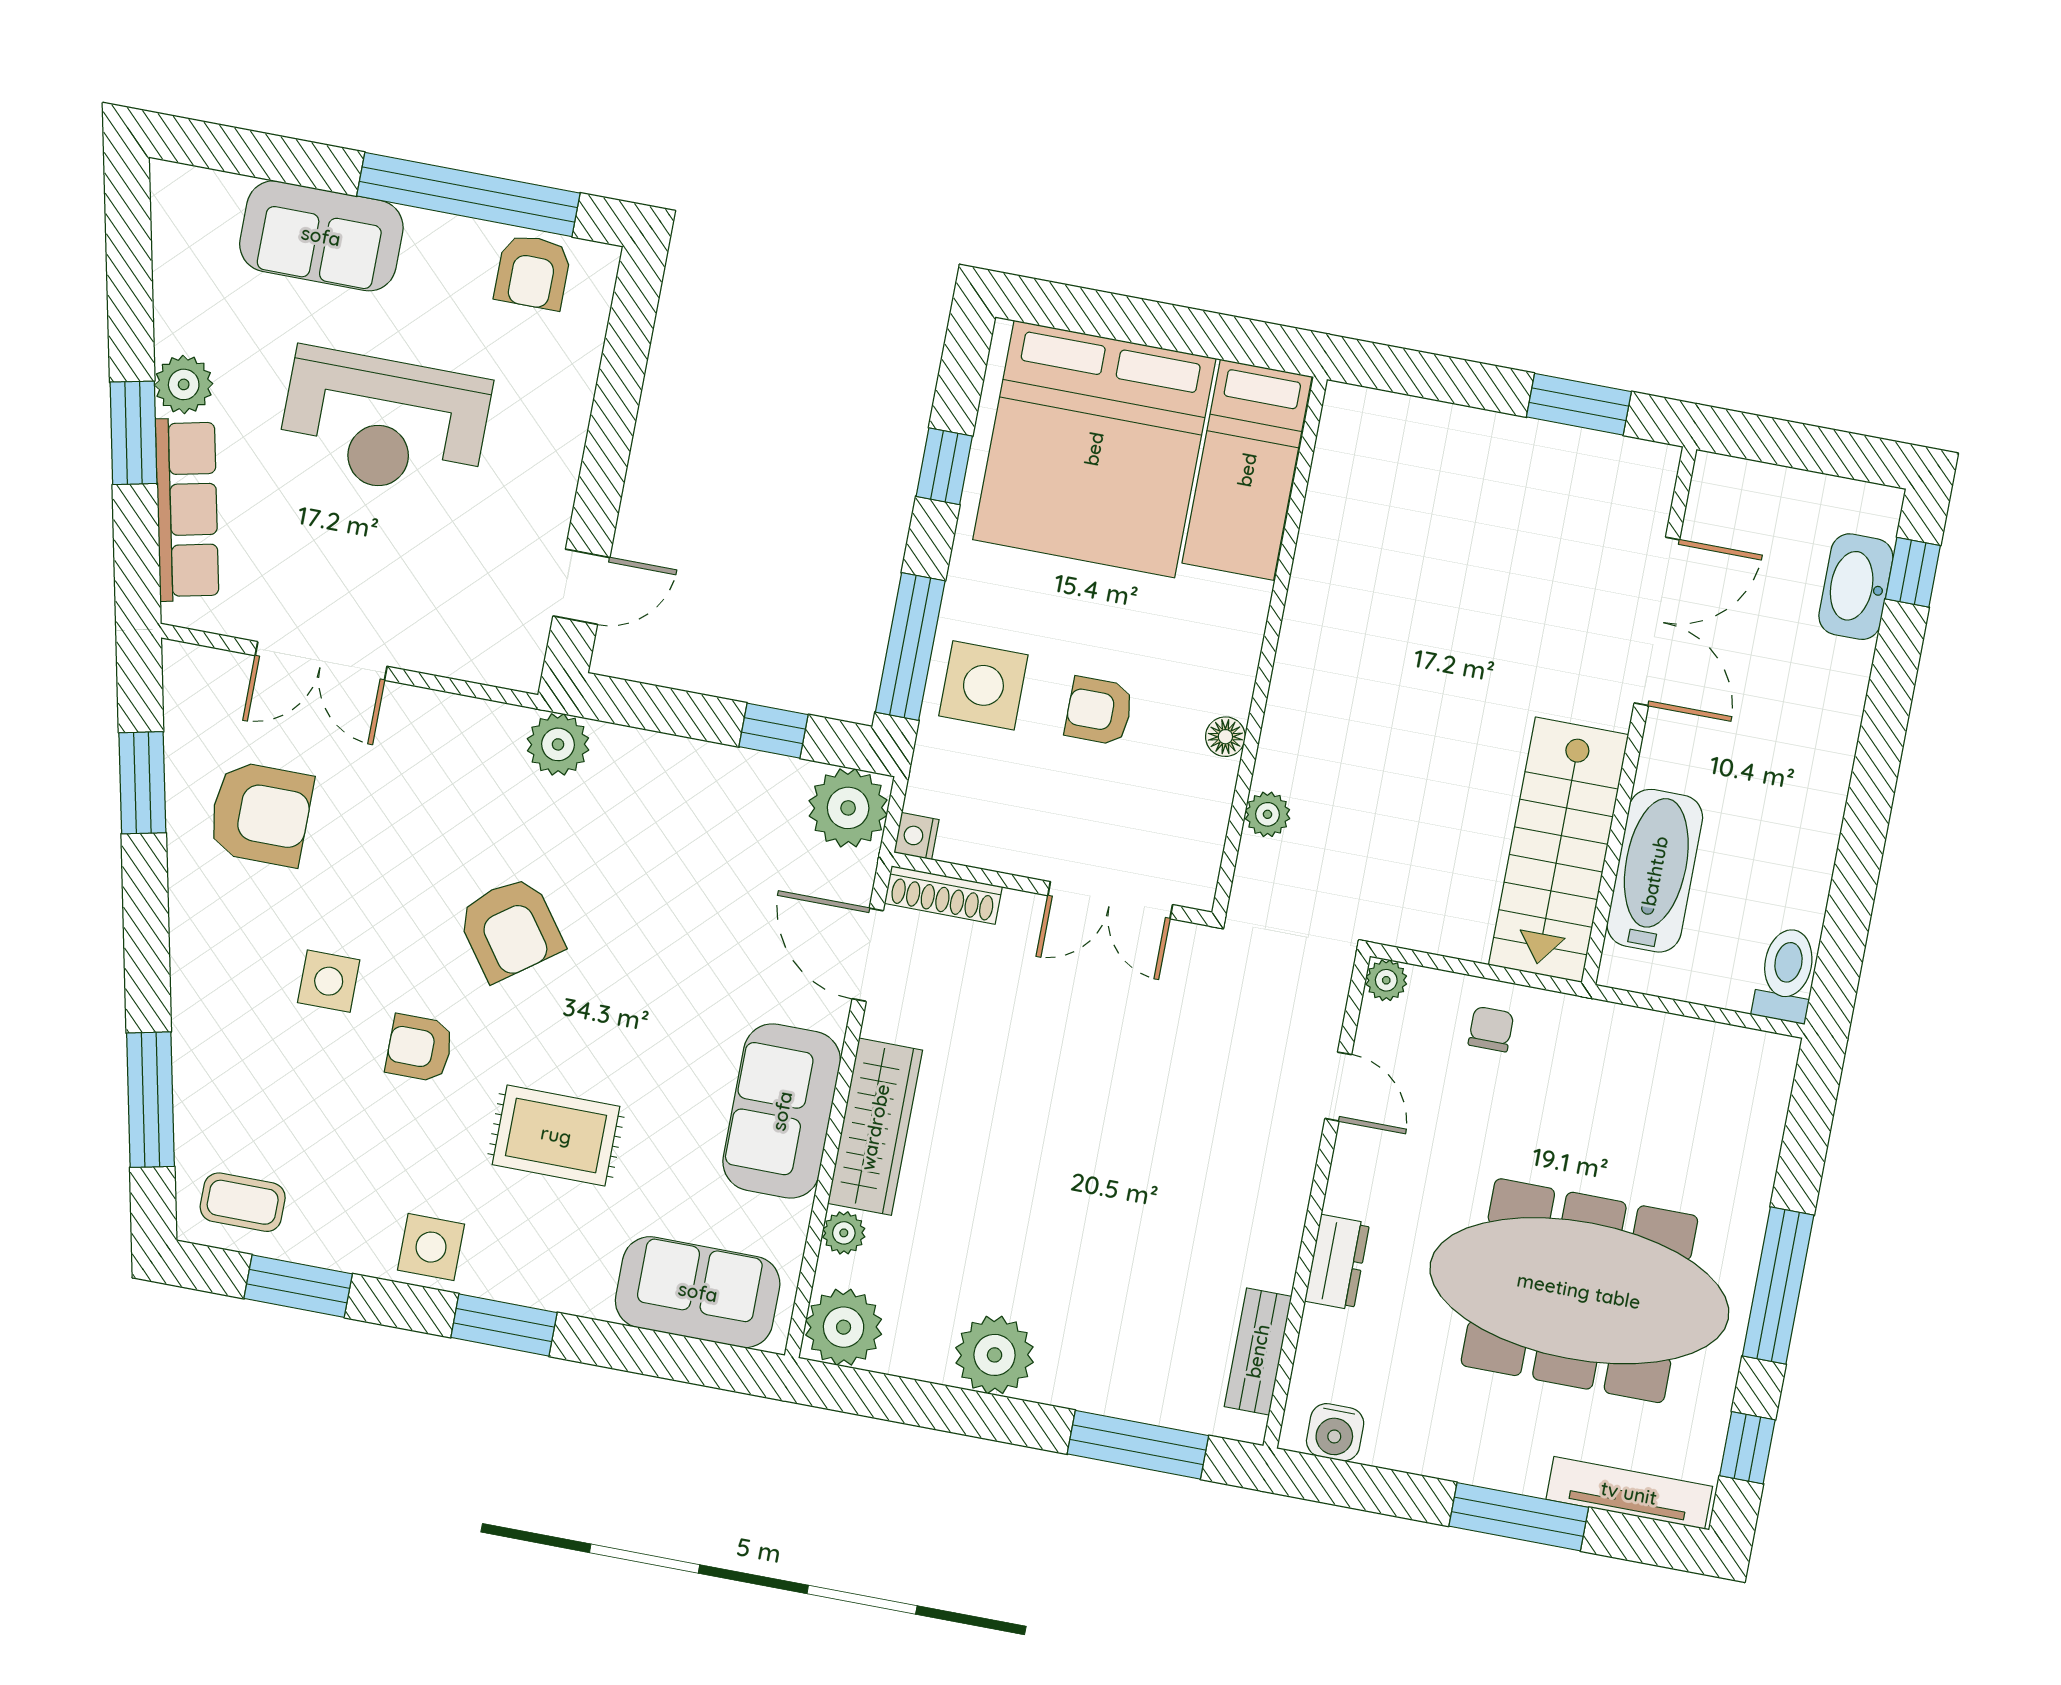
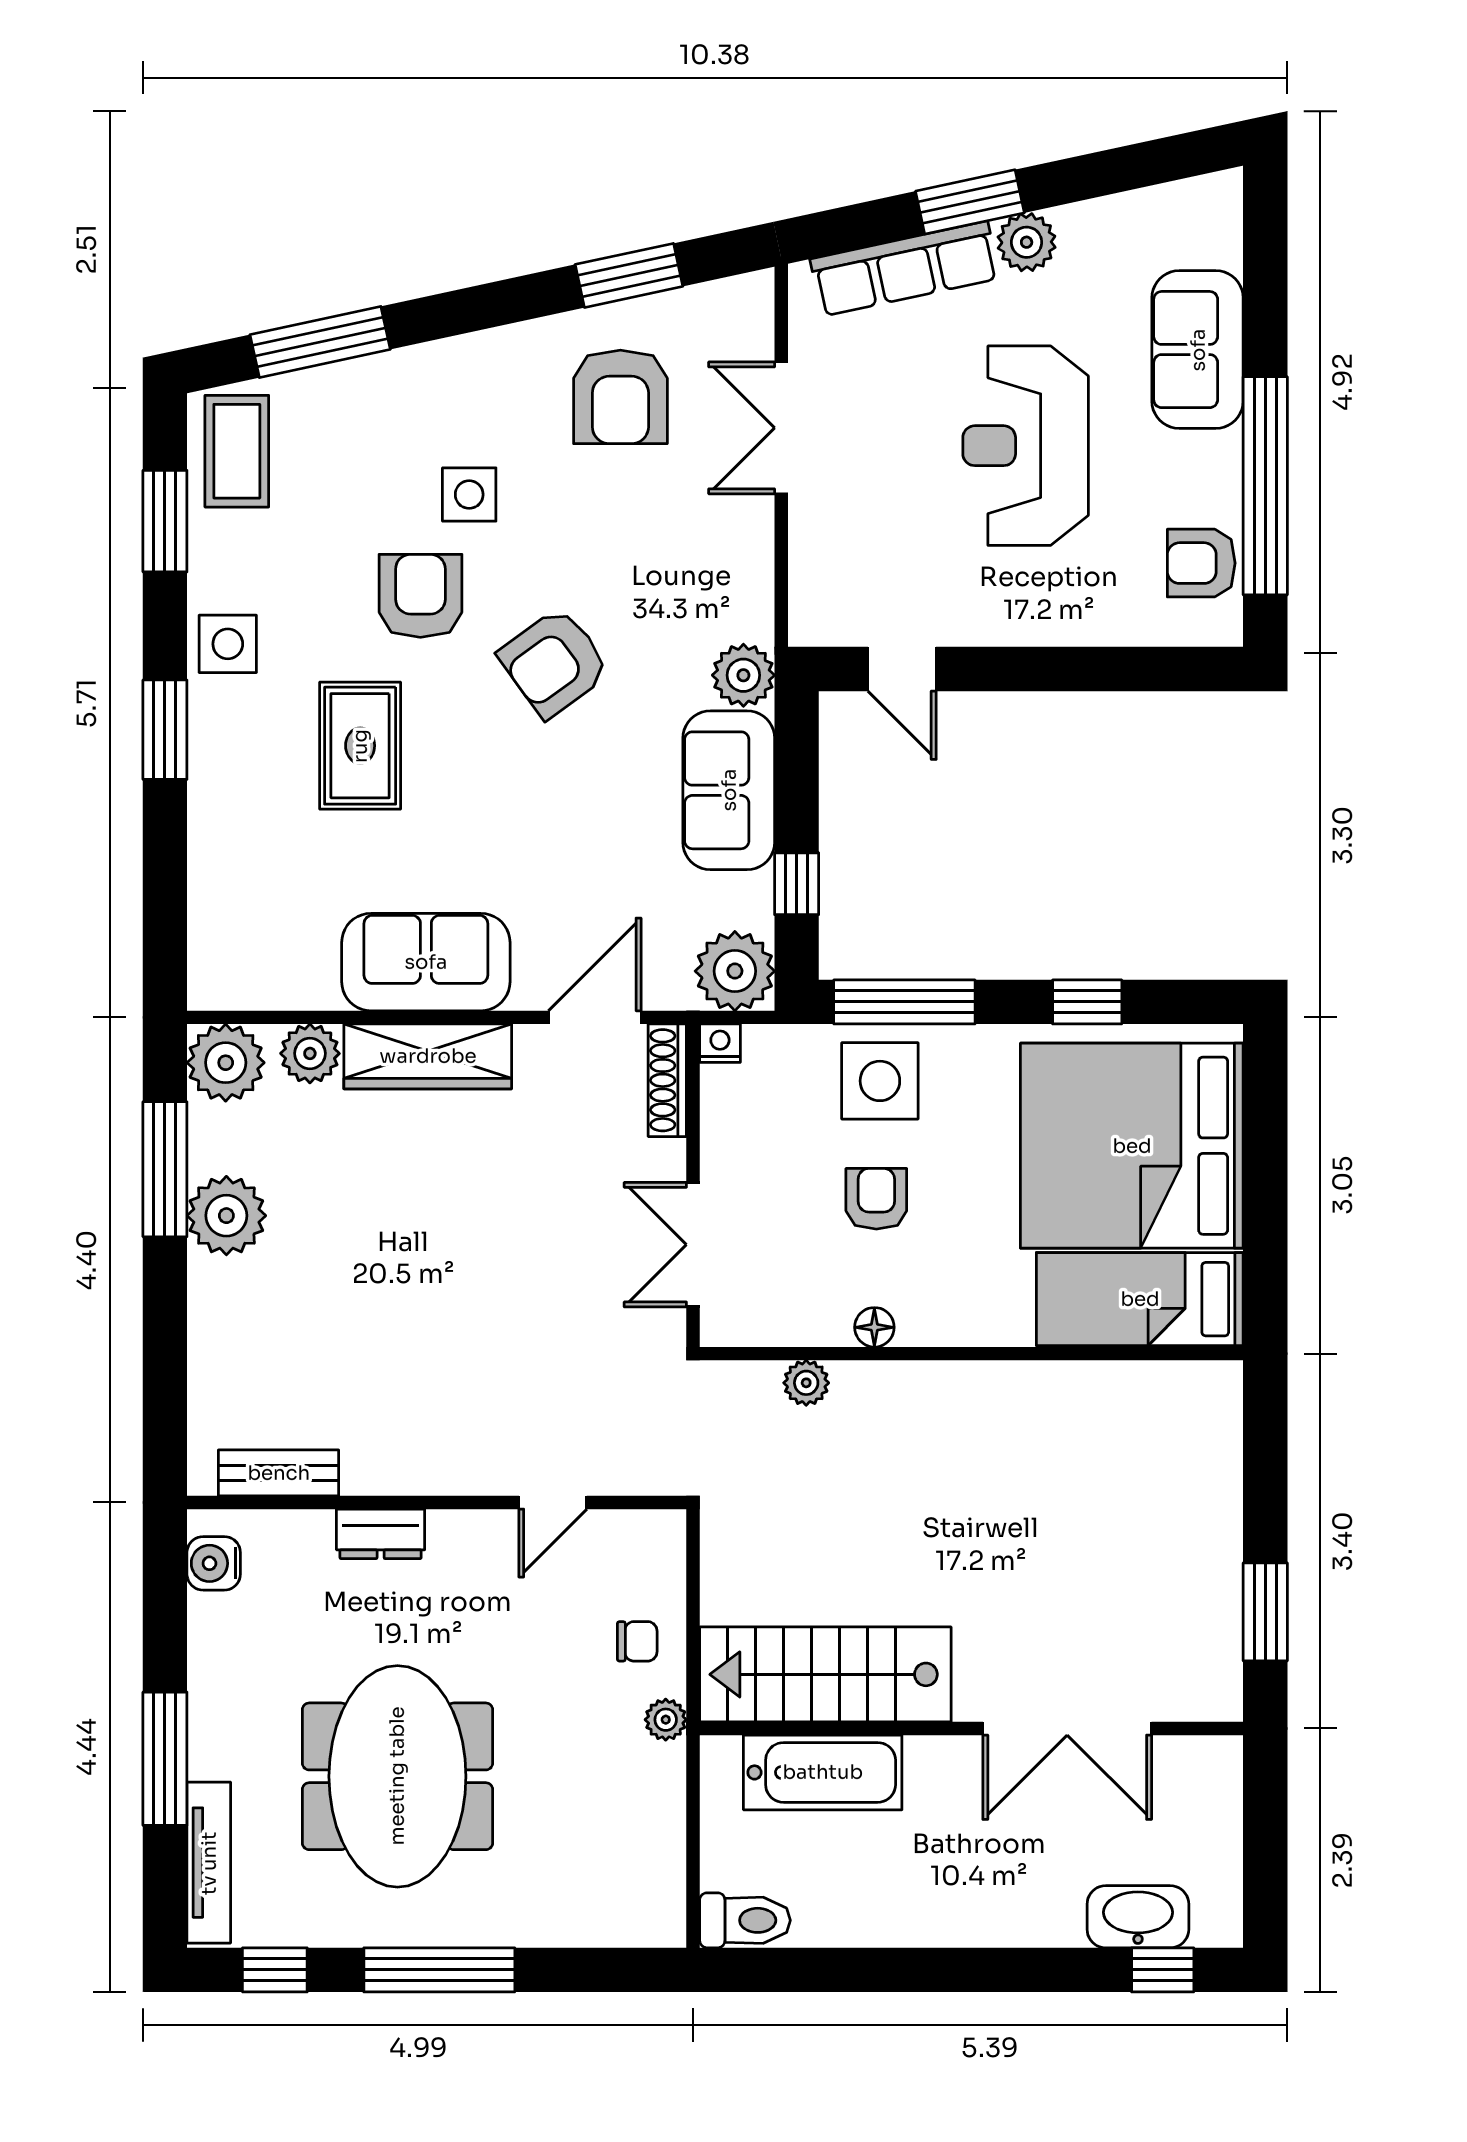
plant: (1386, 980) -> (666, 1720), moved
armchair: (419, 1048) -> (420, 596), width x1.38, depth x1.38
coffee table: (243, 1202) -> (237, 451), width x1.36, depth x1.30
plant: (844, 1233) -> (310, 1053), width x1.38, depth x1.38
meeting table: (1579, 1291) -> (397, 1776), width x0.73
sofa: (698, 1292) -> (729, 790), moved, turned 180
window: (1138, 1445) -> (165, 1169), moved

